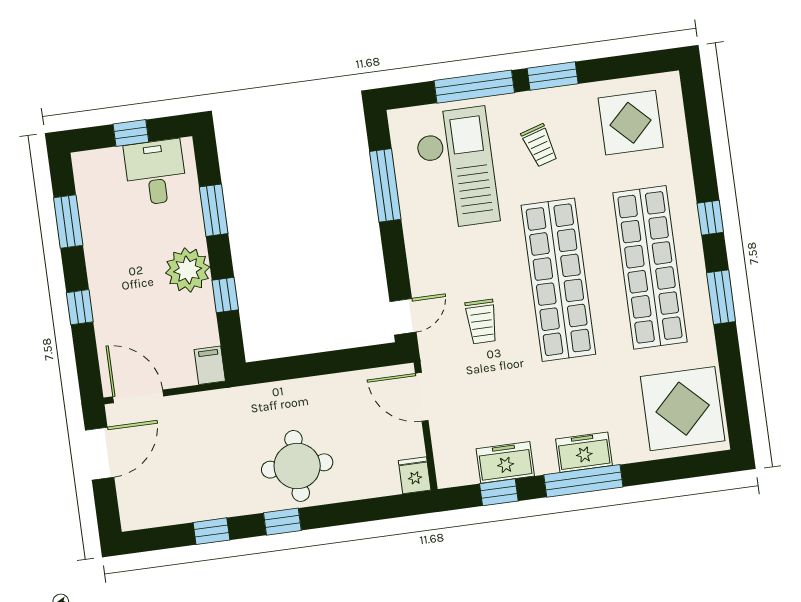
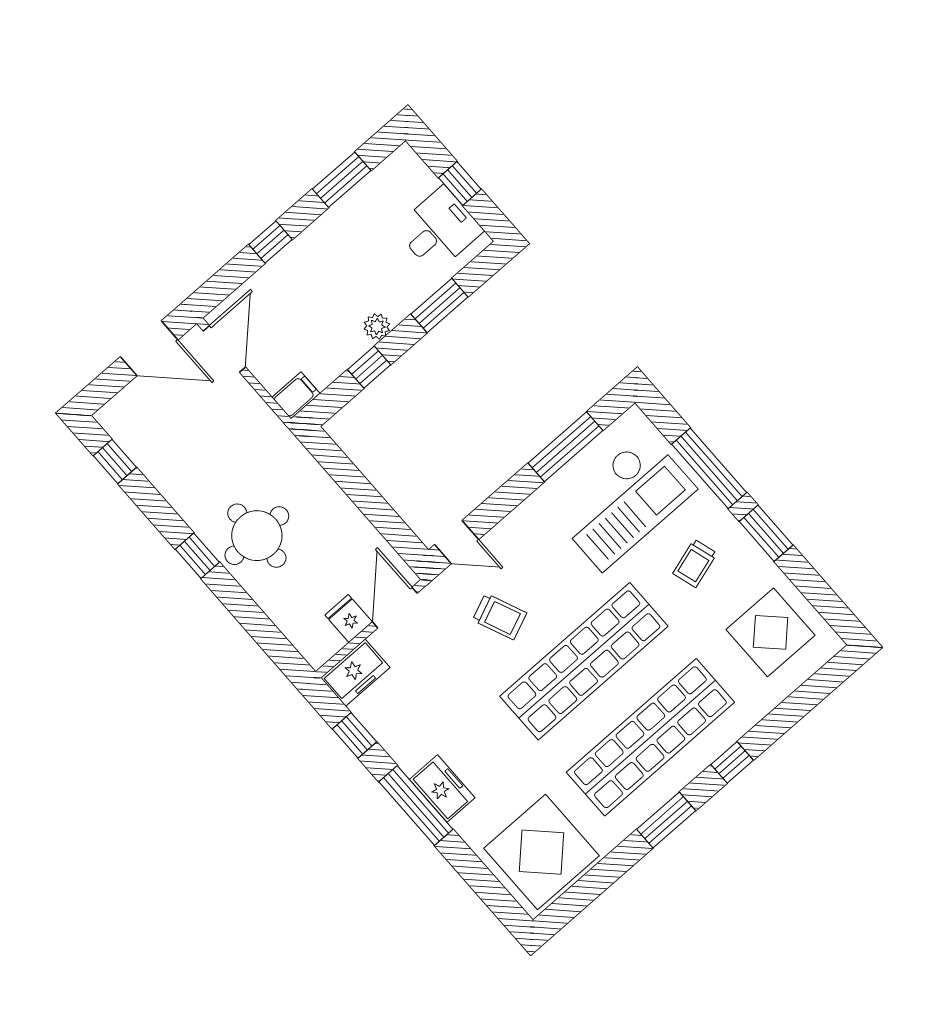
plant: (188, 270) -> (377, 326), width x0.53, depth x0.53
trolley: (482, 322) -> (500, 617), turned -113
freezer: (505, 462) -> (355, 673), moved, turned 90
fridge: (415, 475) -> (349, 619), moved, turned -90
window: (211, 531) -> (115, 462), moved

